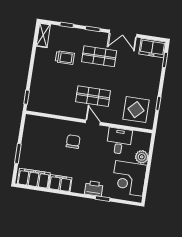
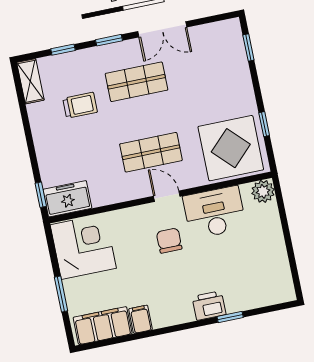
freezer: (152, 48) -> (67, 199), moved, turned 180
display table: (136, 110) -> (231, 148), width x1.36, depth x1.36
desk: (119, 141) -> (214, 212), width x1.37
chair: (73, 142) -> (169, 241), moved
plant: (142, 157) -> (263, 191), moved
corner desk: (129, 178) -> (83, 247), moved, turned 180
filing cabinet: (60, 183) -> (141, 319), width x0.50

